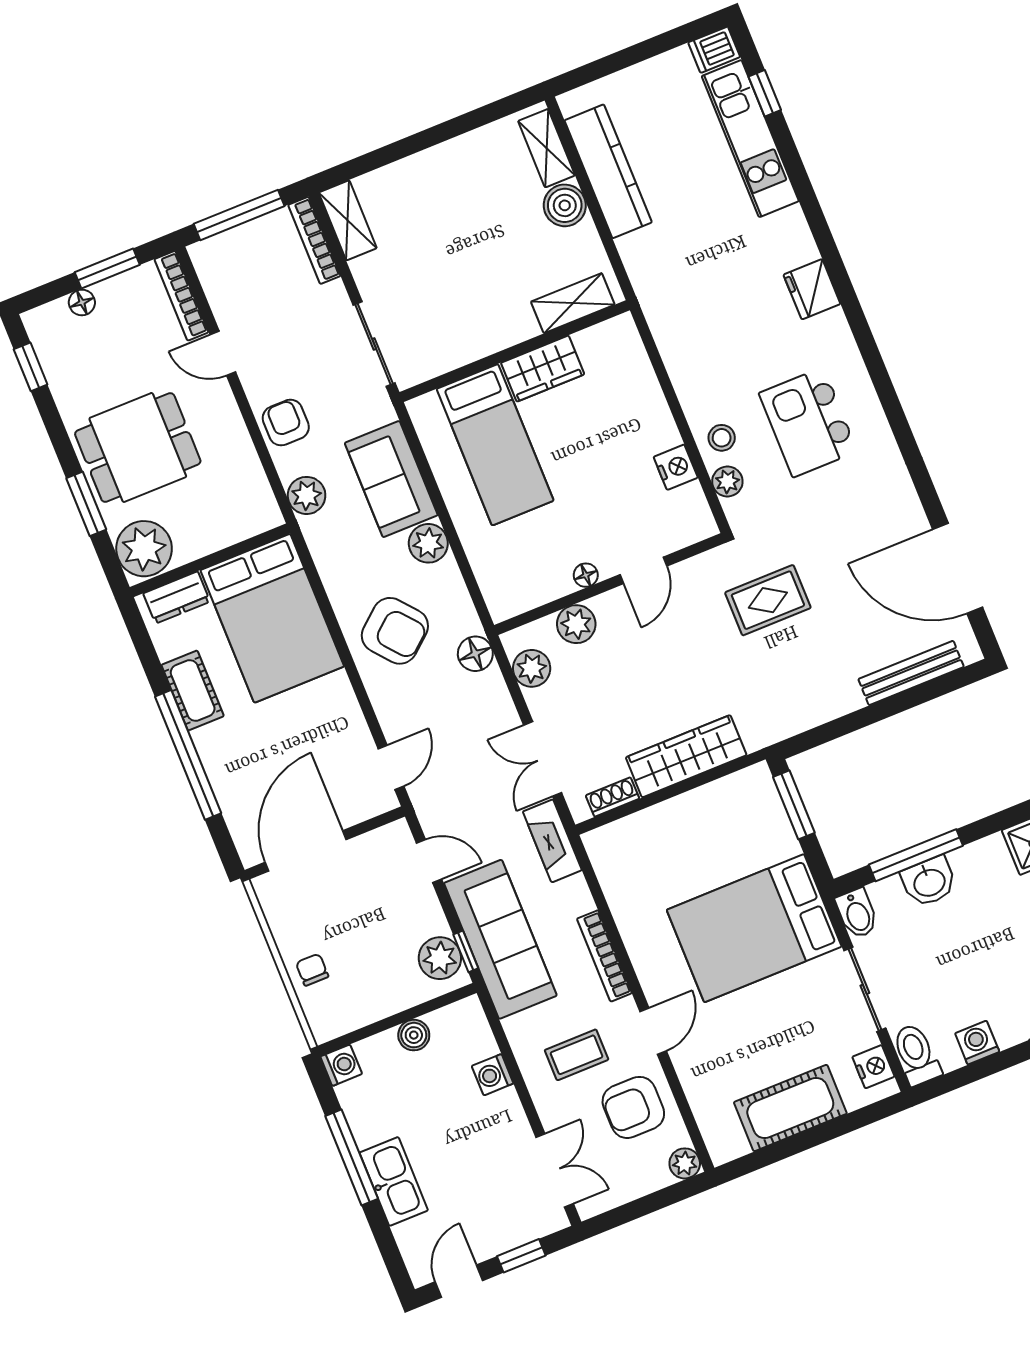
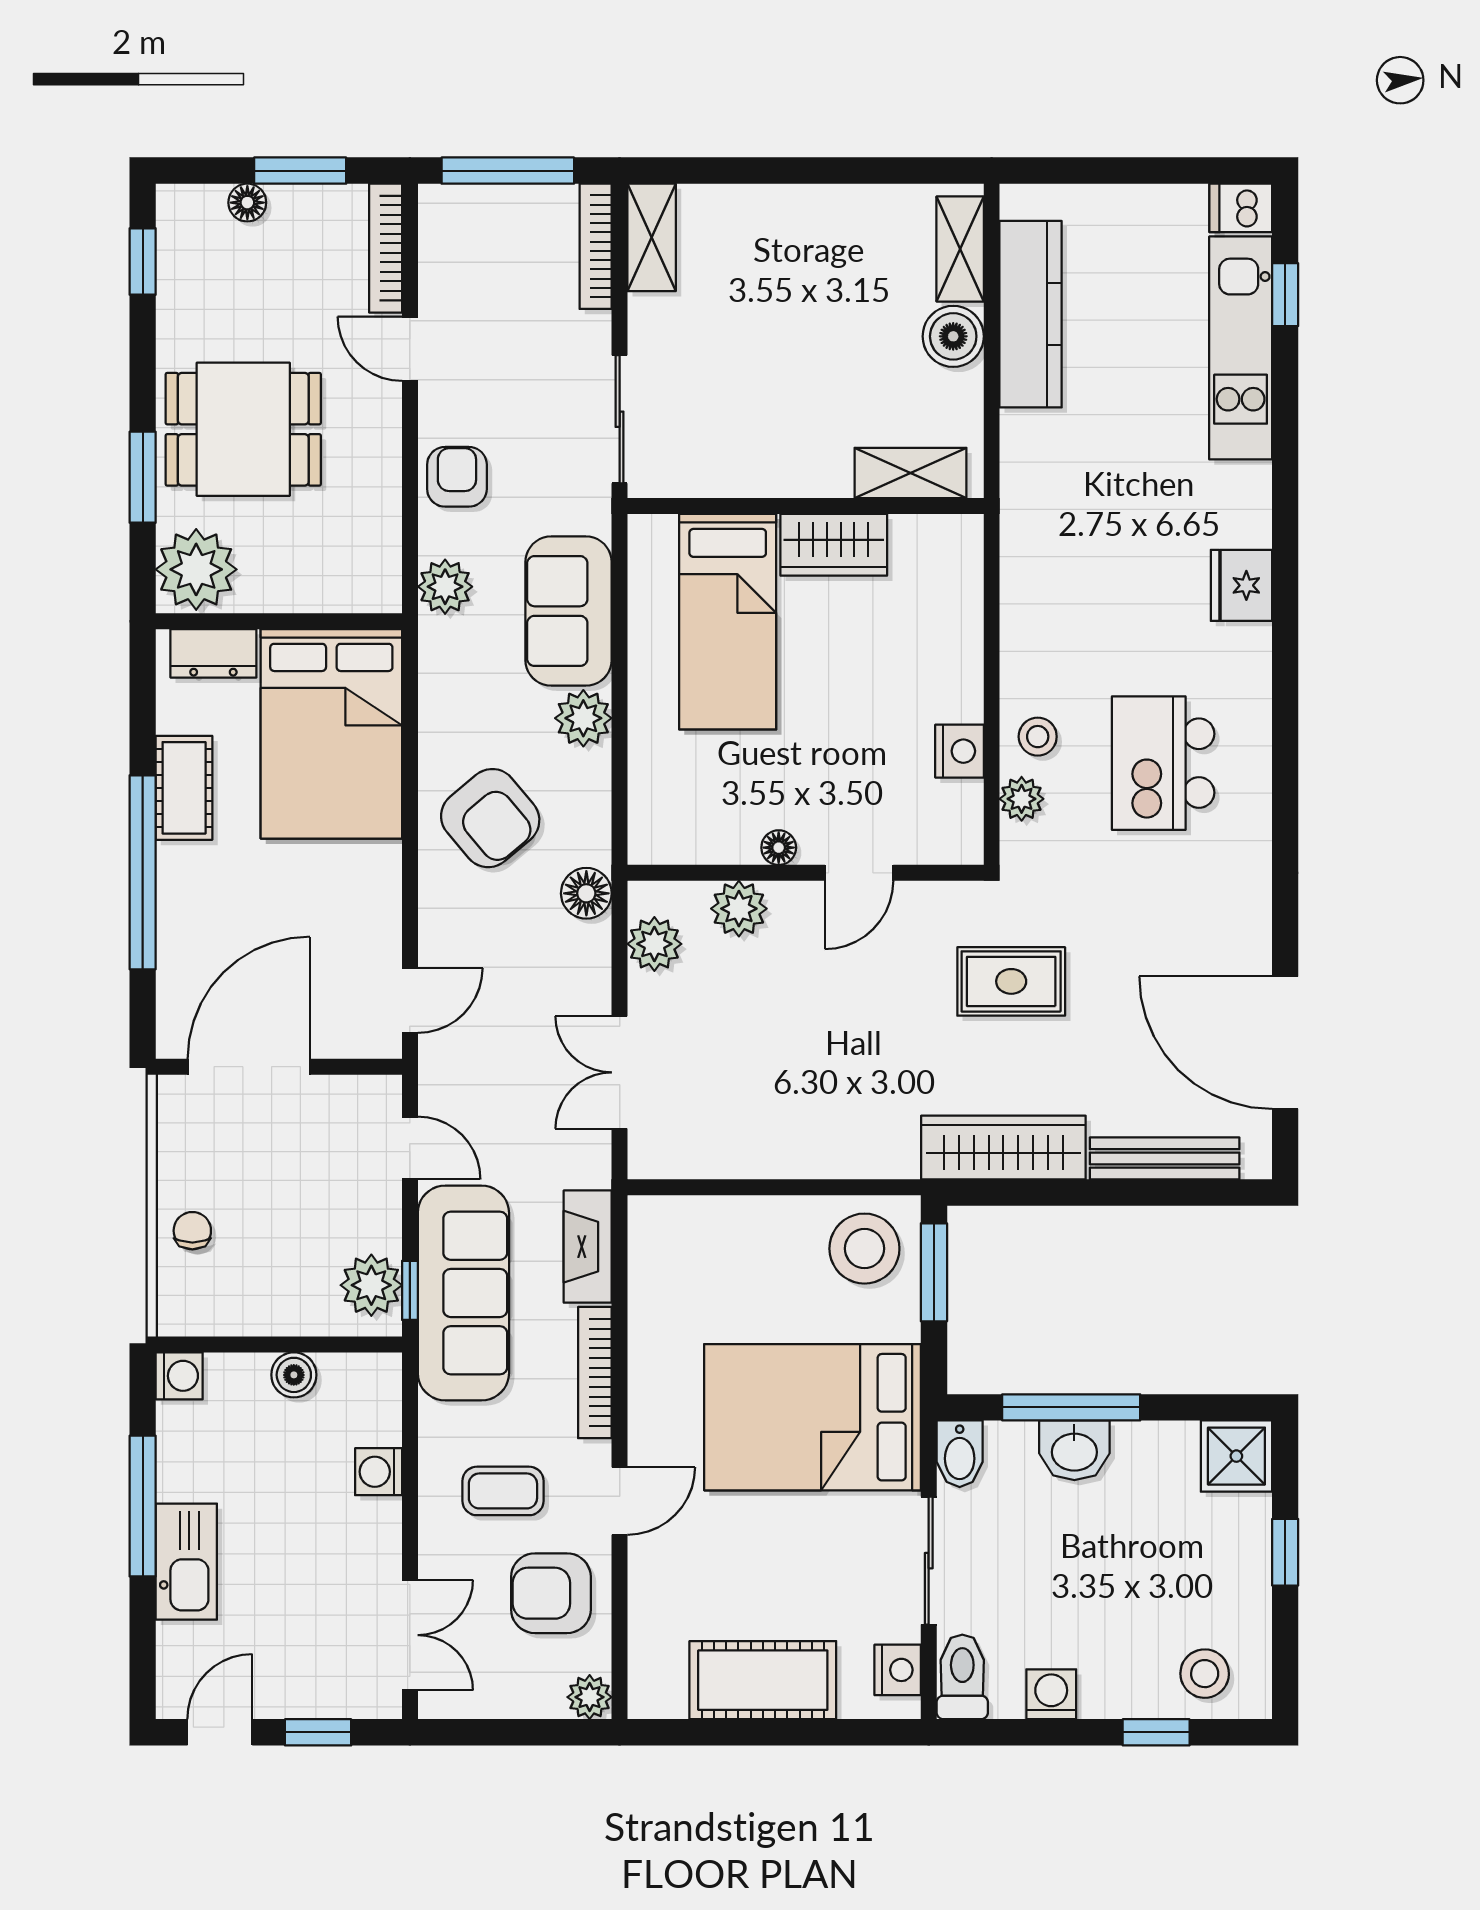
wardrobe: (686, 756) -> (1003, 1148), moved
shoe rack: (613, 797) -> (693, 1162), removed
stool: (744, 808) -> (864, 1249), added
fireplace: (552, 841) -> (588, 1247), moved

